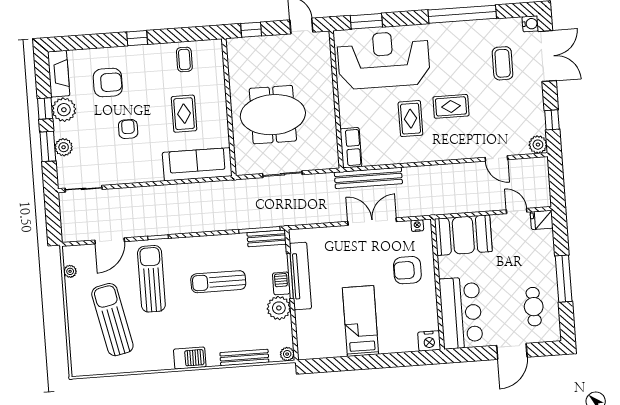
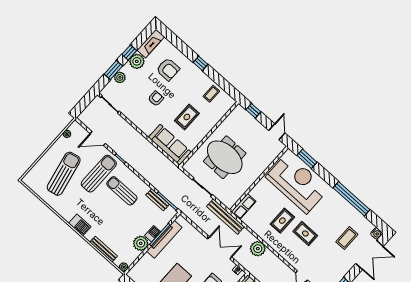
bench: (368, 178) -> (225, 216), moved
plant: (416, 178) -> (258, 249), added
bench: (267, 238) -> (158, 200), moved
sun lounger: (218, 282) -> (122, 191), moved

